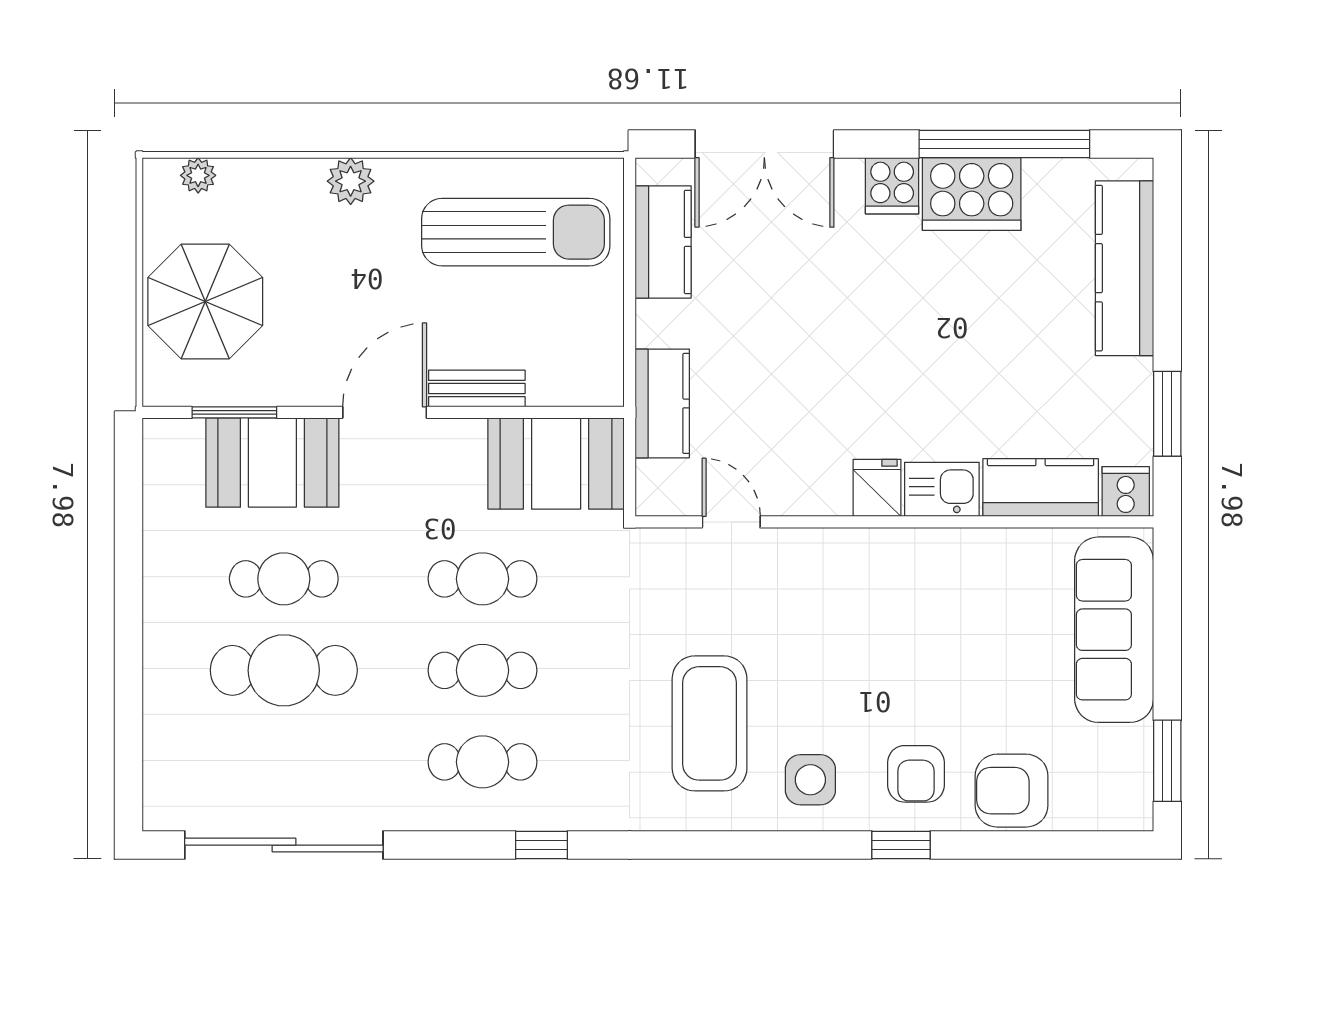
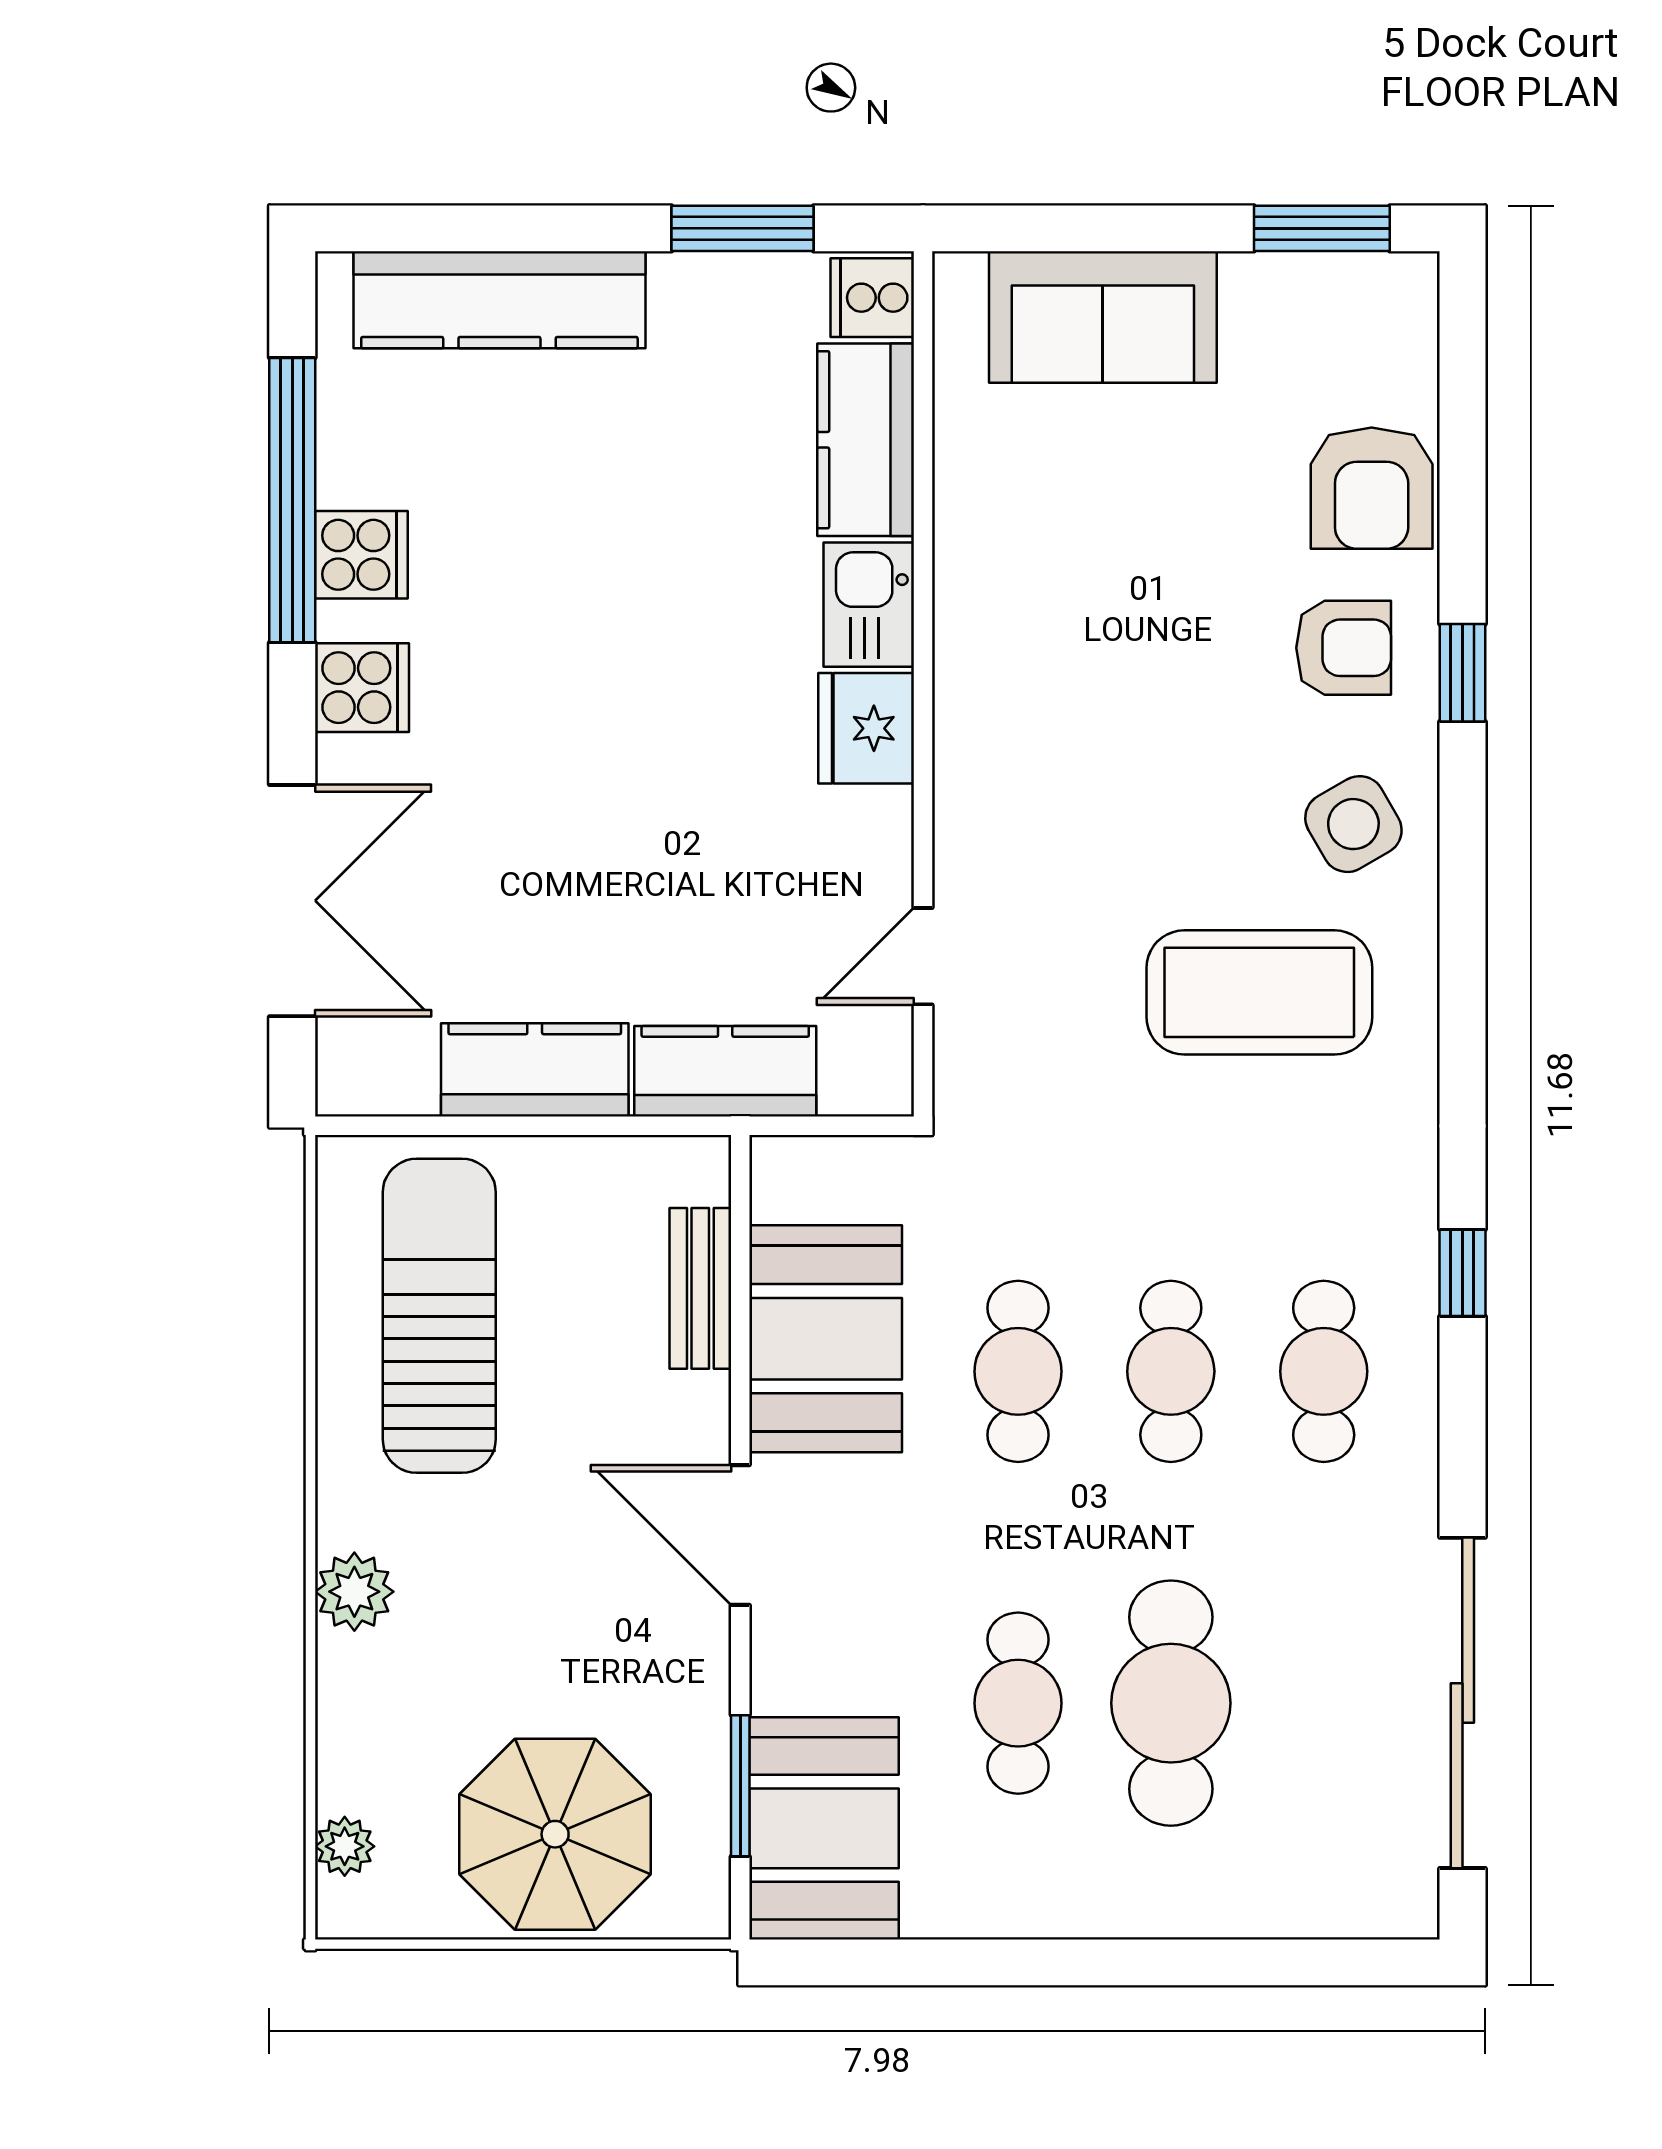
cooker: (972, 194) -> (361, 555), width x0.53, depth x0.76
kitchen counter: (663, 242) -> (535, 1070), moved
bench: (477, 388) -> (700, 1288), moved
booth: (272, 463) -> (824, 1828), moved
booth: (556, 464) -> (826, 1339), moved
fridge: (877, 488) -> (866, 728), width x1.38
sofa: (1114, 630) -> (1103, 317), width x0.73
side table: (810, 780) -> (1353, 824), turned -30

